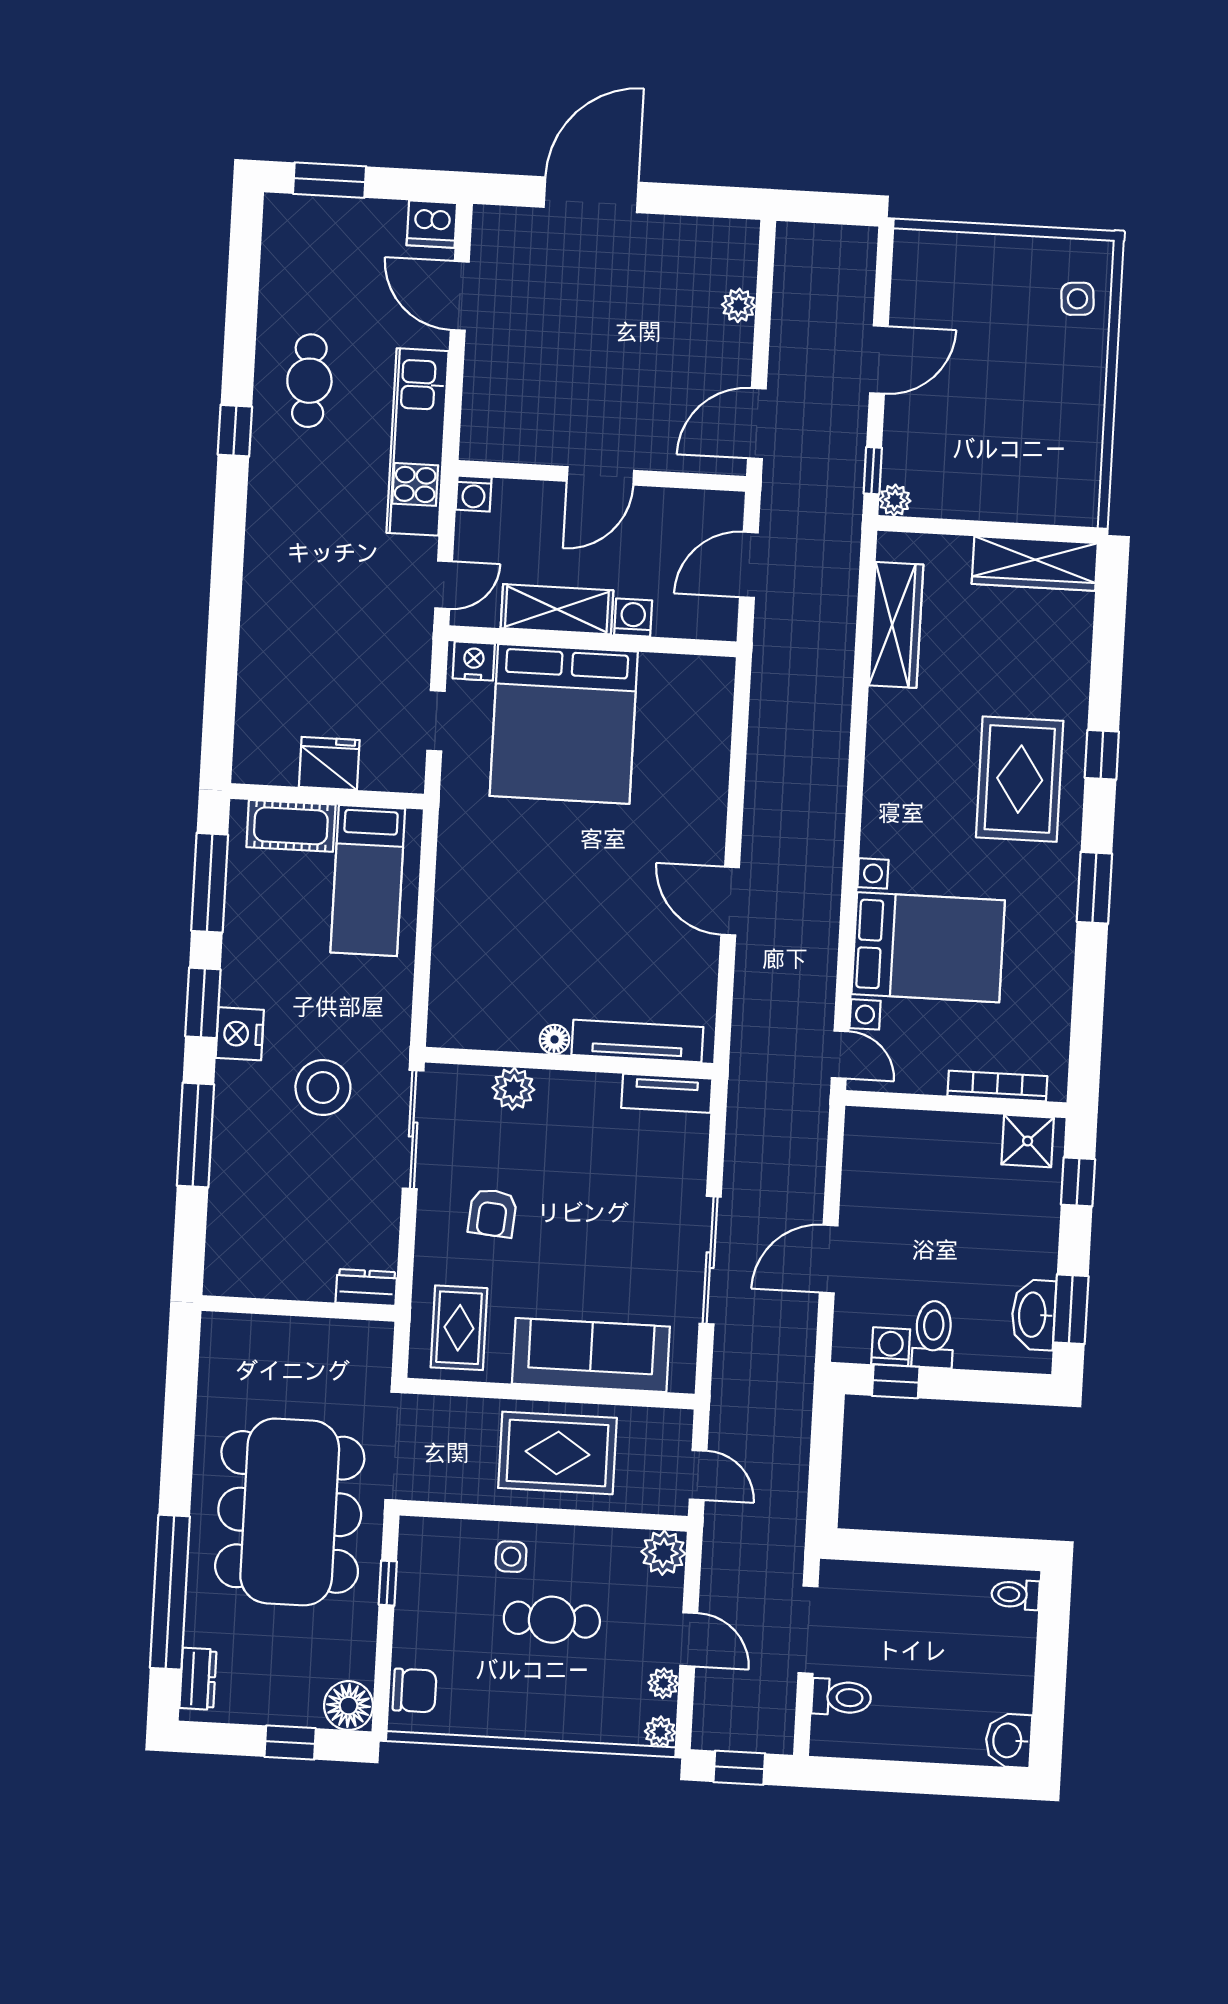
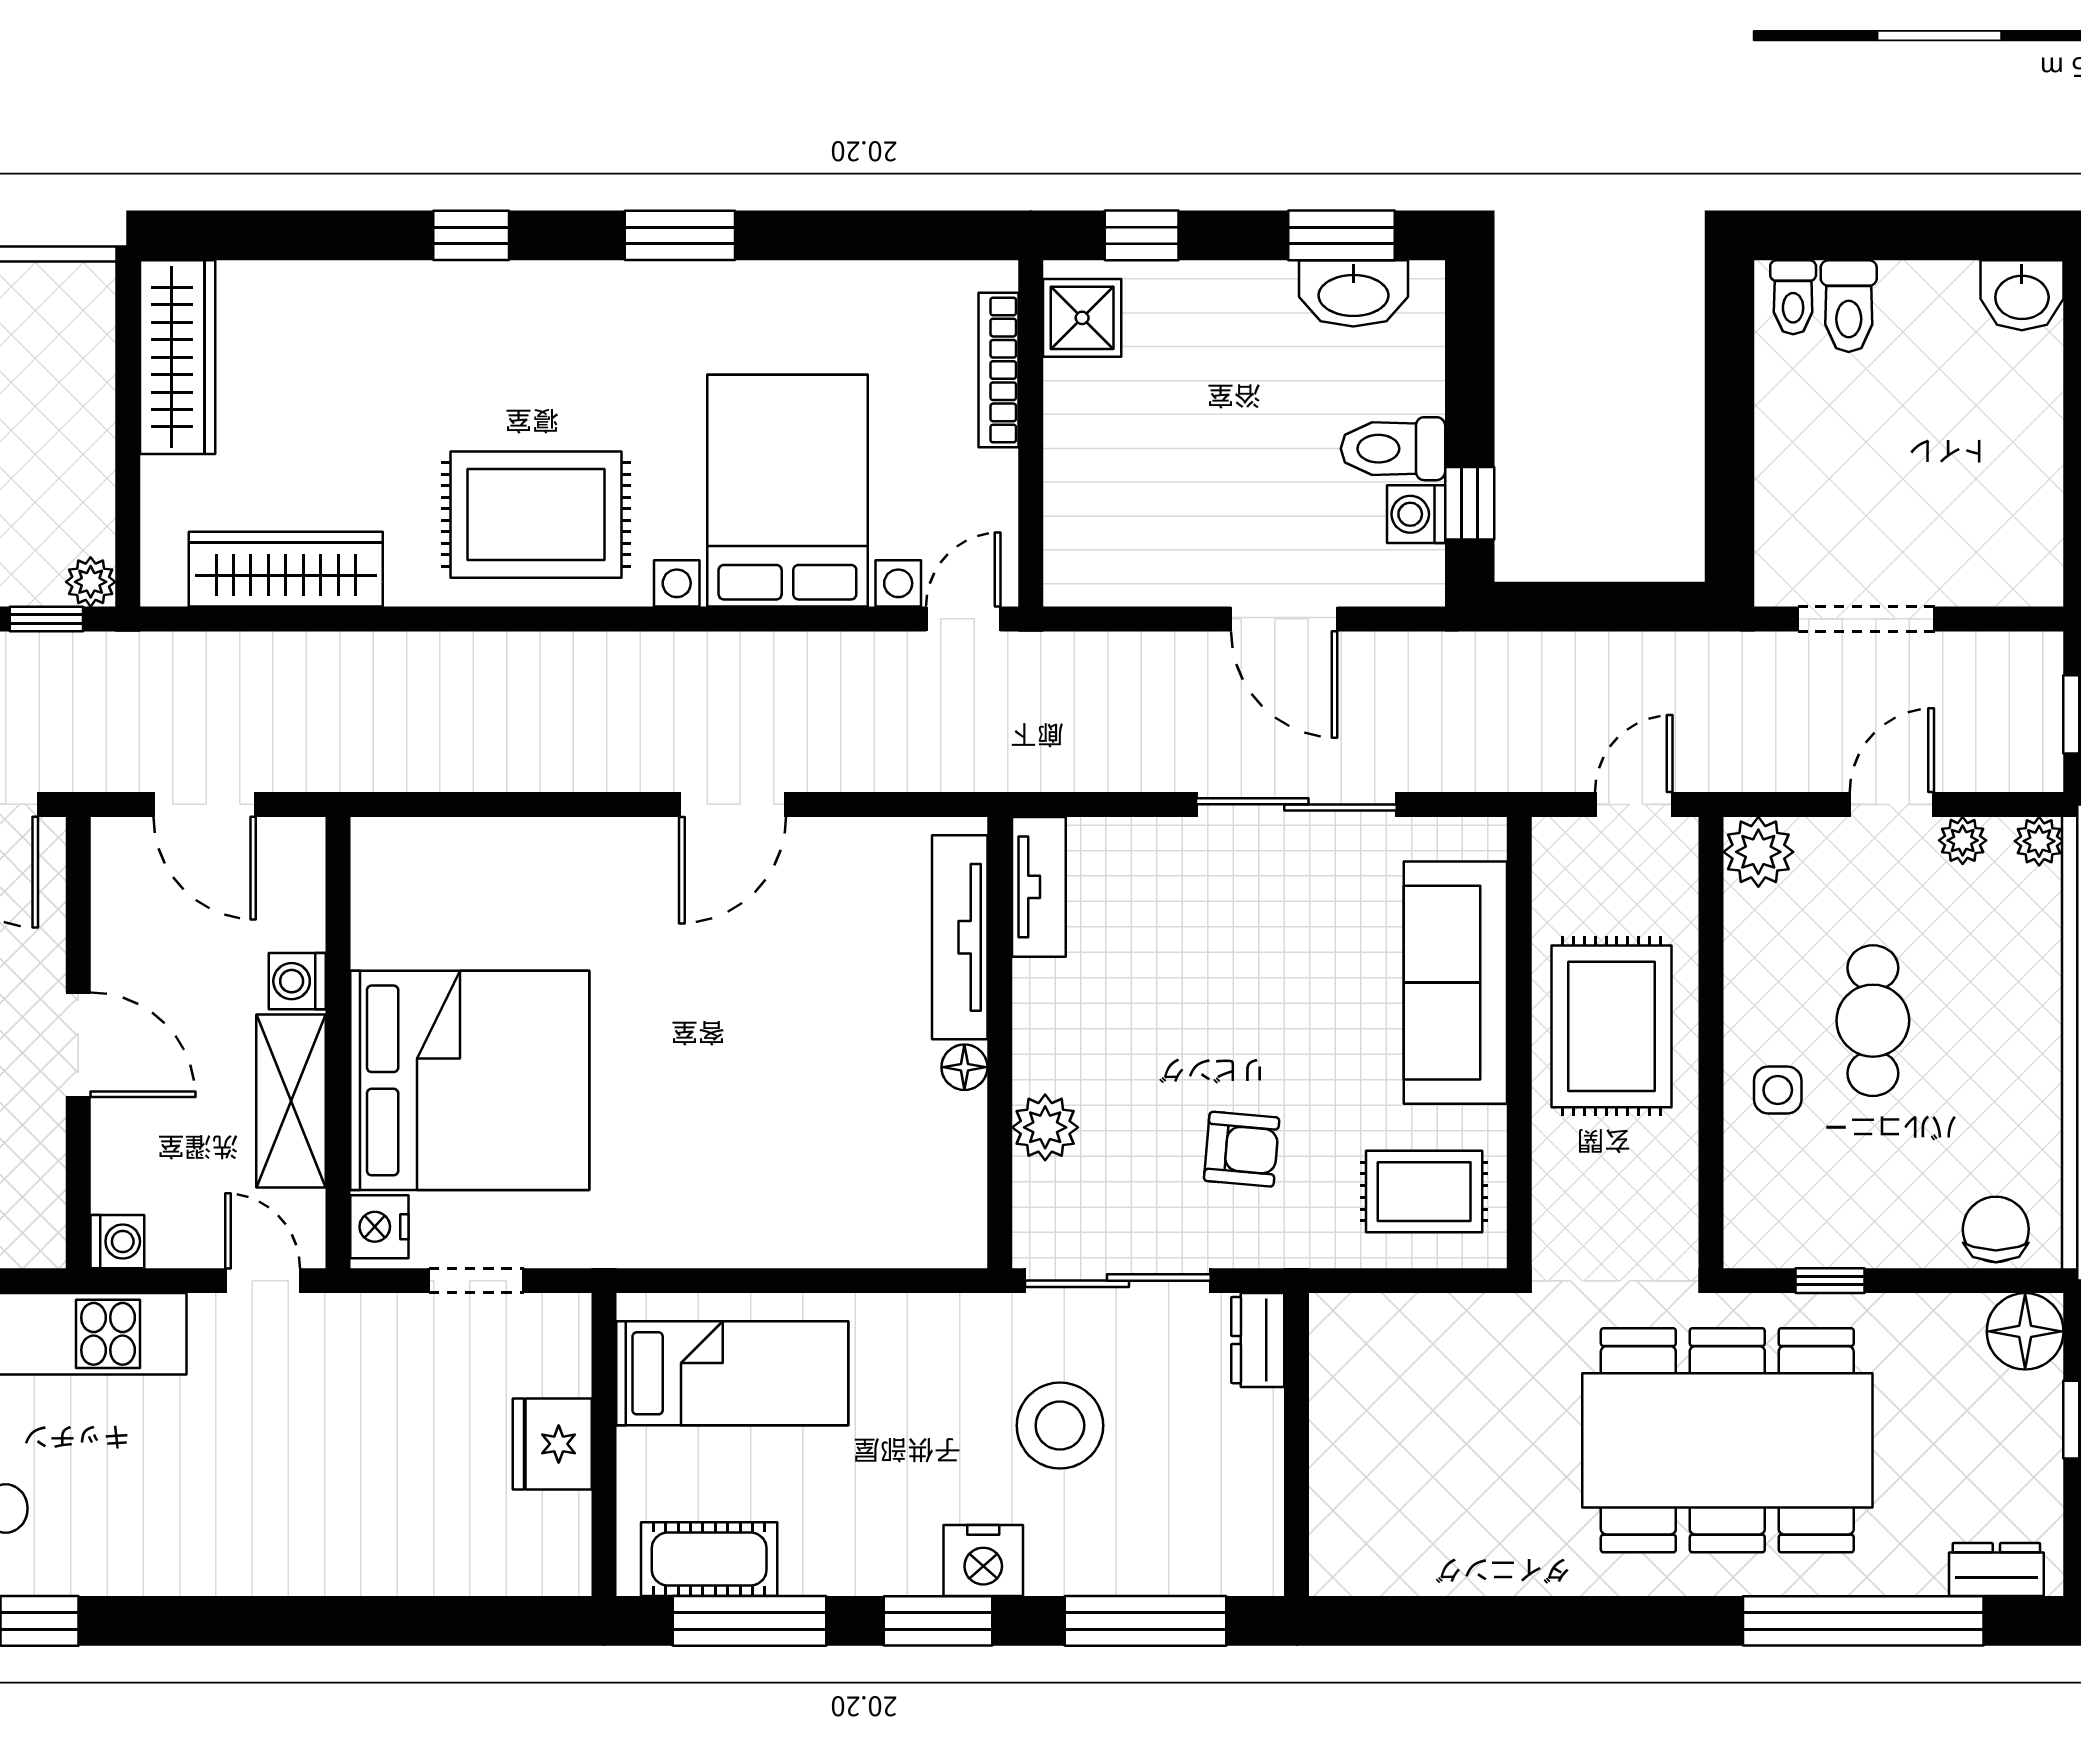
rug: (1020, 779) -> (536, 515), moved
cot: (291, 826) -> (709, 1559), moved, turned 90
dresser: (366, 1287) -> (1258, 1340), moved
wall: (298, 1308) -> (1297, 1445), moved
toilet: (841, 1697) -> (1849, 306), moved, turned 180

